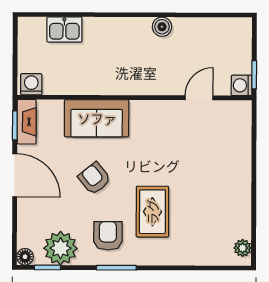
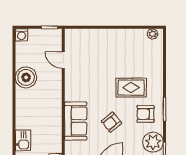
boiler: (162, 27) -> (26, 77), width x1.86, depth x1.86
washing machine: (242, 85) -> (22, 35), moved

